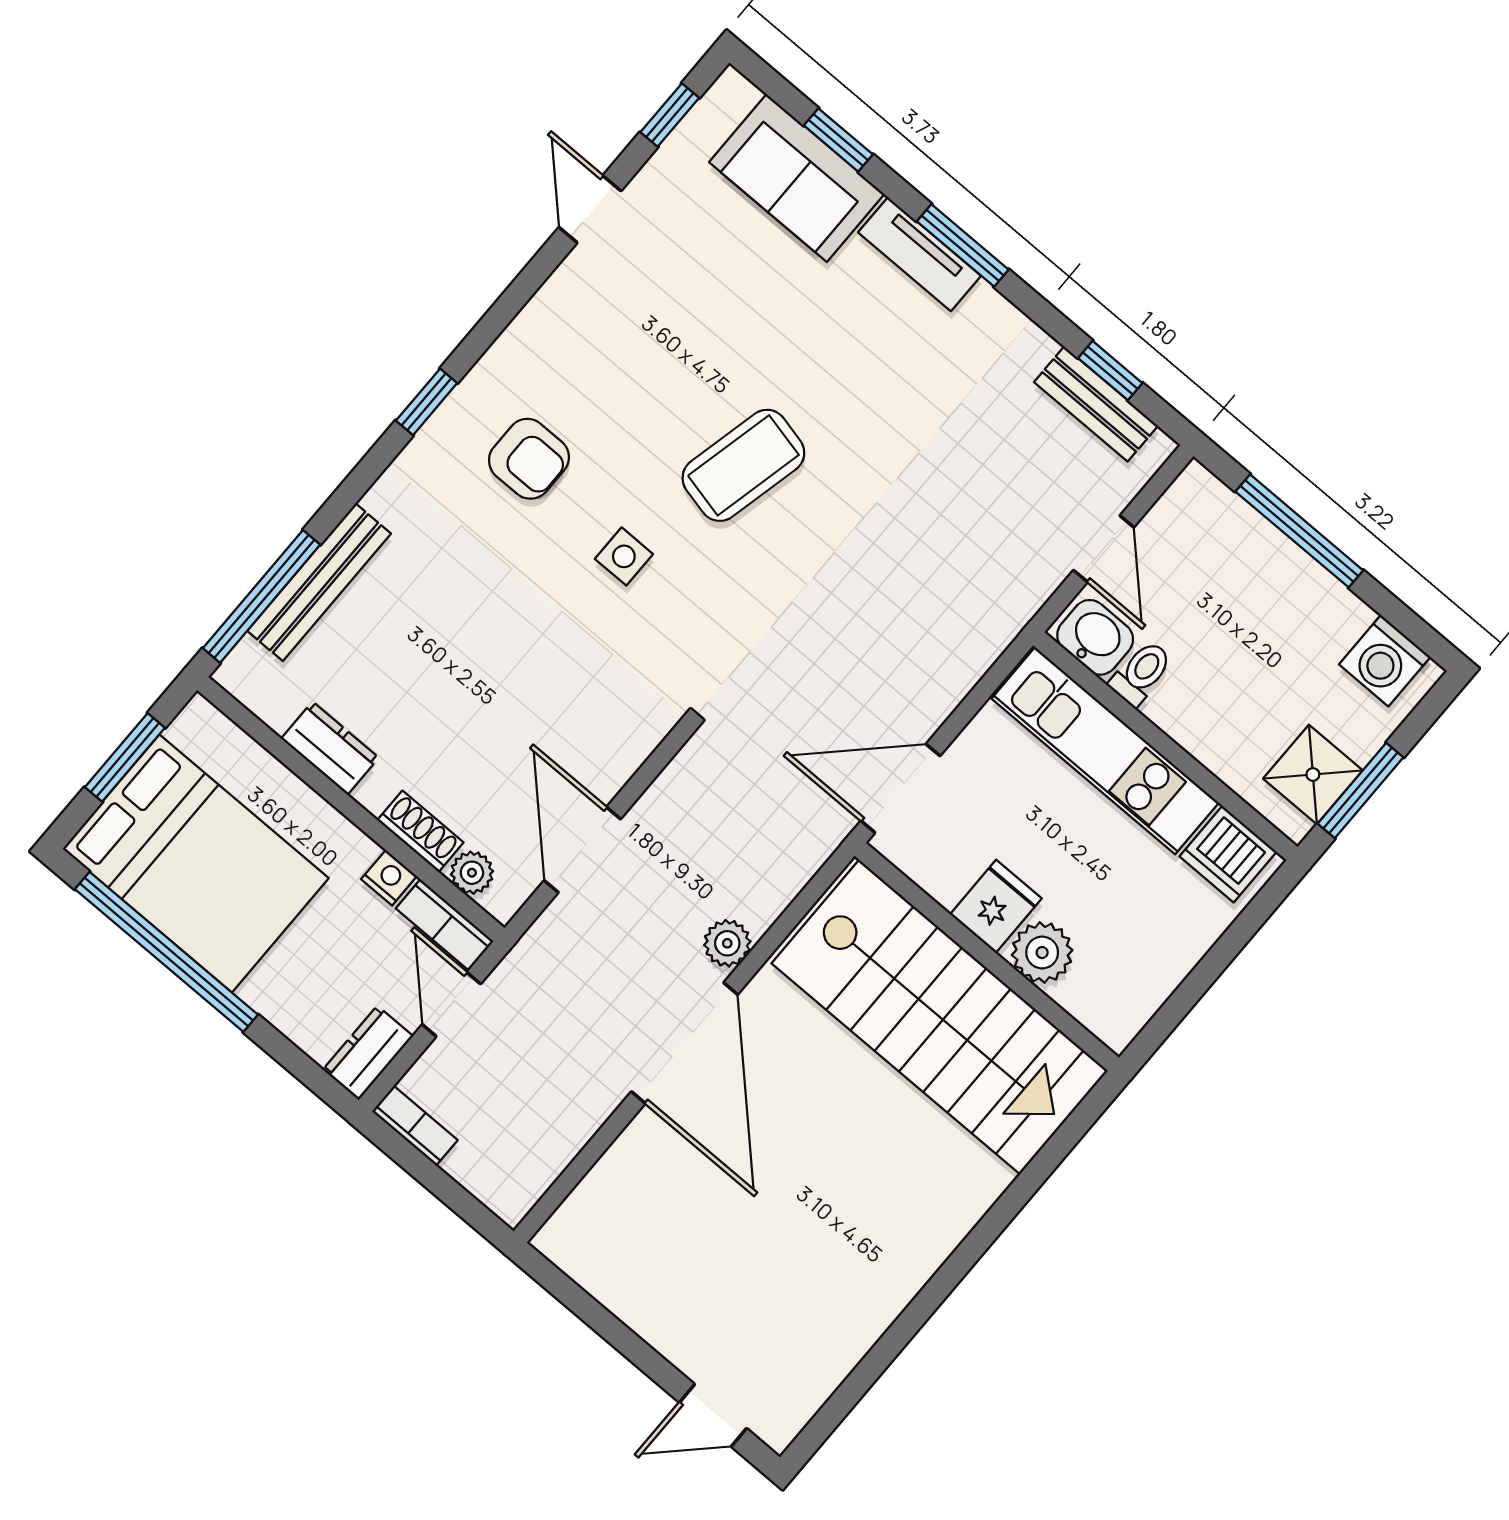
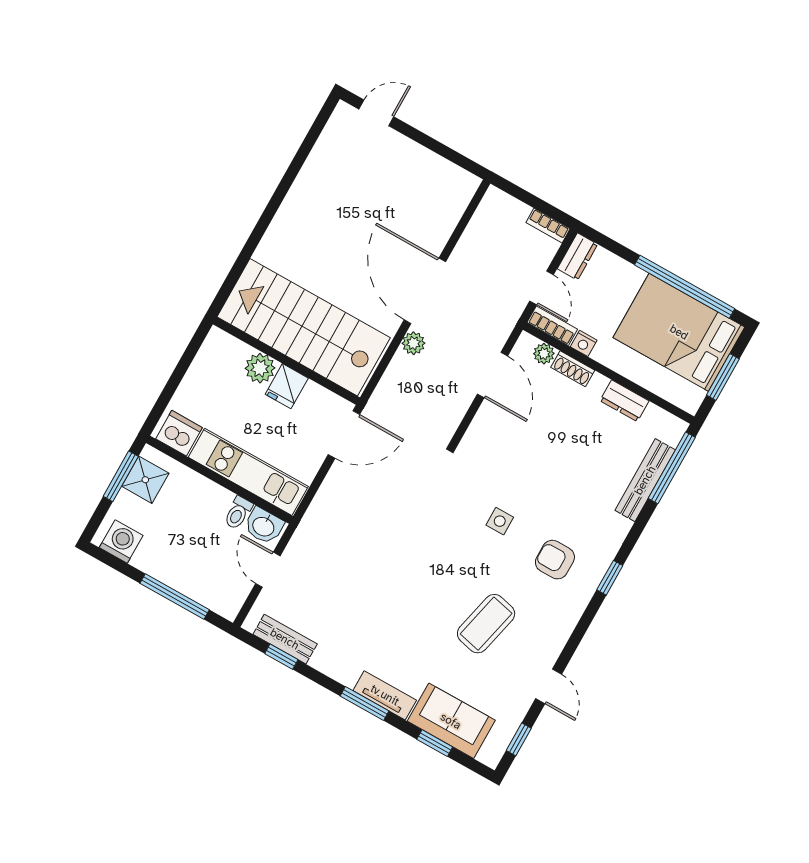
coffee table: (743, 465) -> (486, 624), moved

